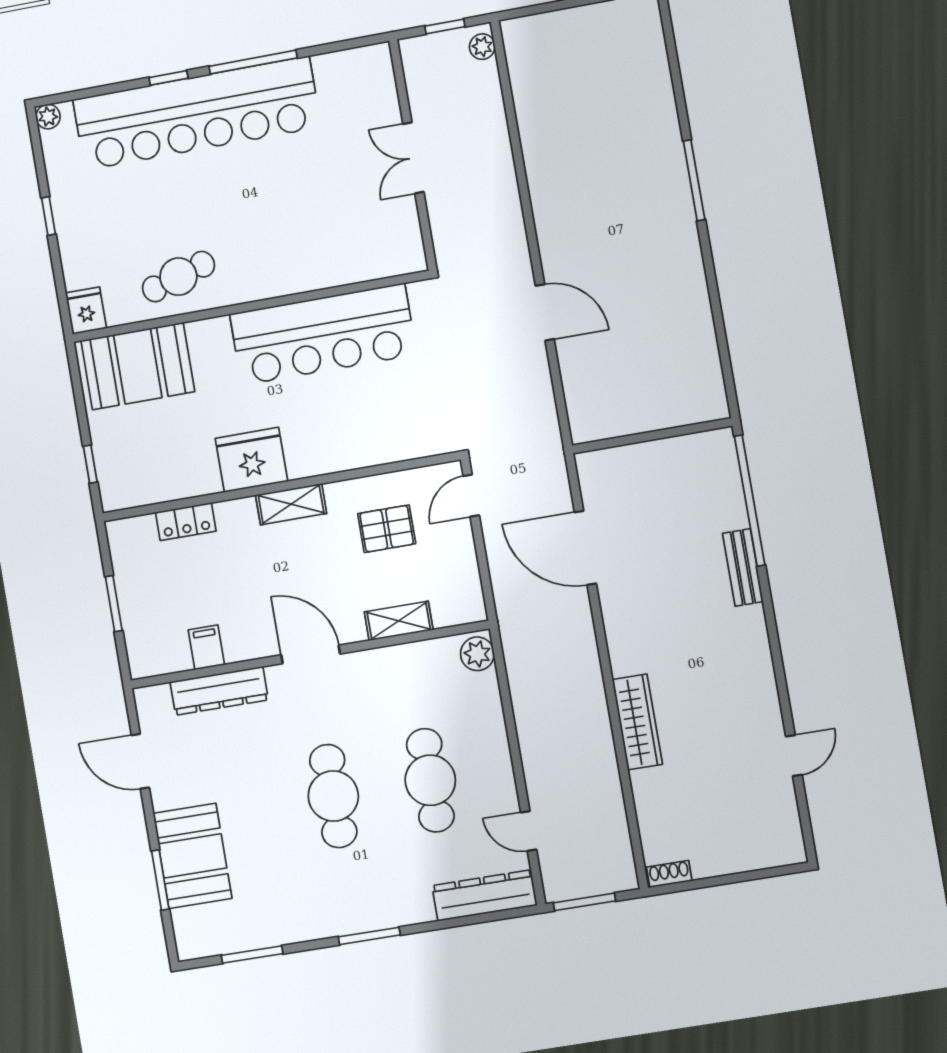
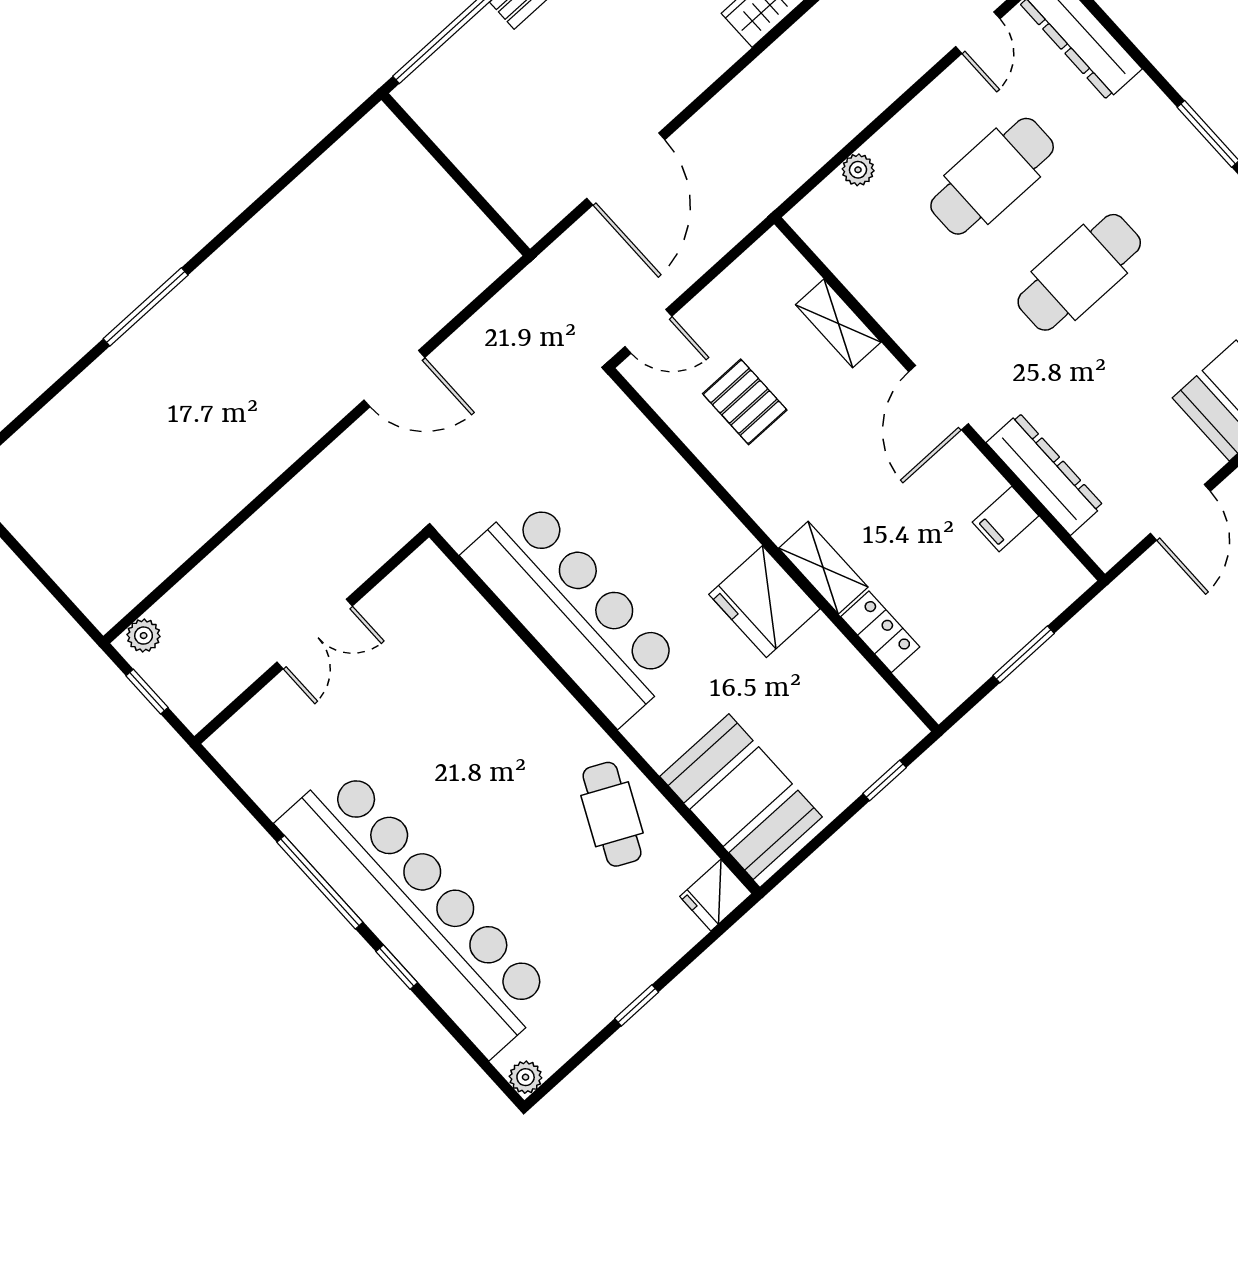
cafe table: (178, 277) -> (612, 814), turned 43
door: (545, 312) -> (394, 379), swing flipped
shelving: (291, 504) -> (823, 568), moved
plant: (477, 654) -> (858, 170), moved, width x0.73, depth x0.73

